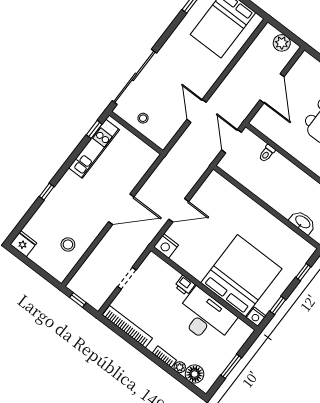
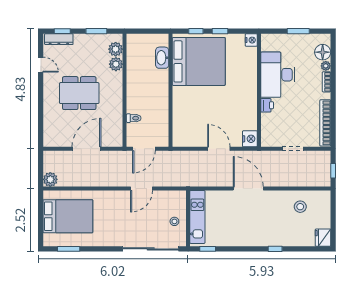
plant: (282, 43) -> (50, 179), moved
kitchen unit: (94, 149) -> (197, 217), moved, turned 90
bed: (241, 276) -> (199, 61), moved, turned 180
window: (278, 305) -> (220, 31), moved

